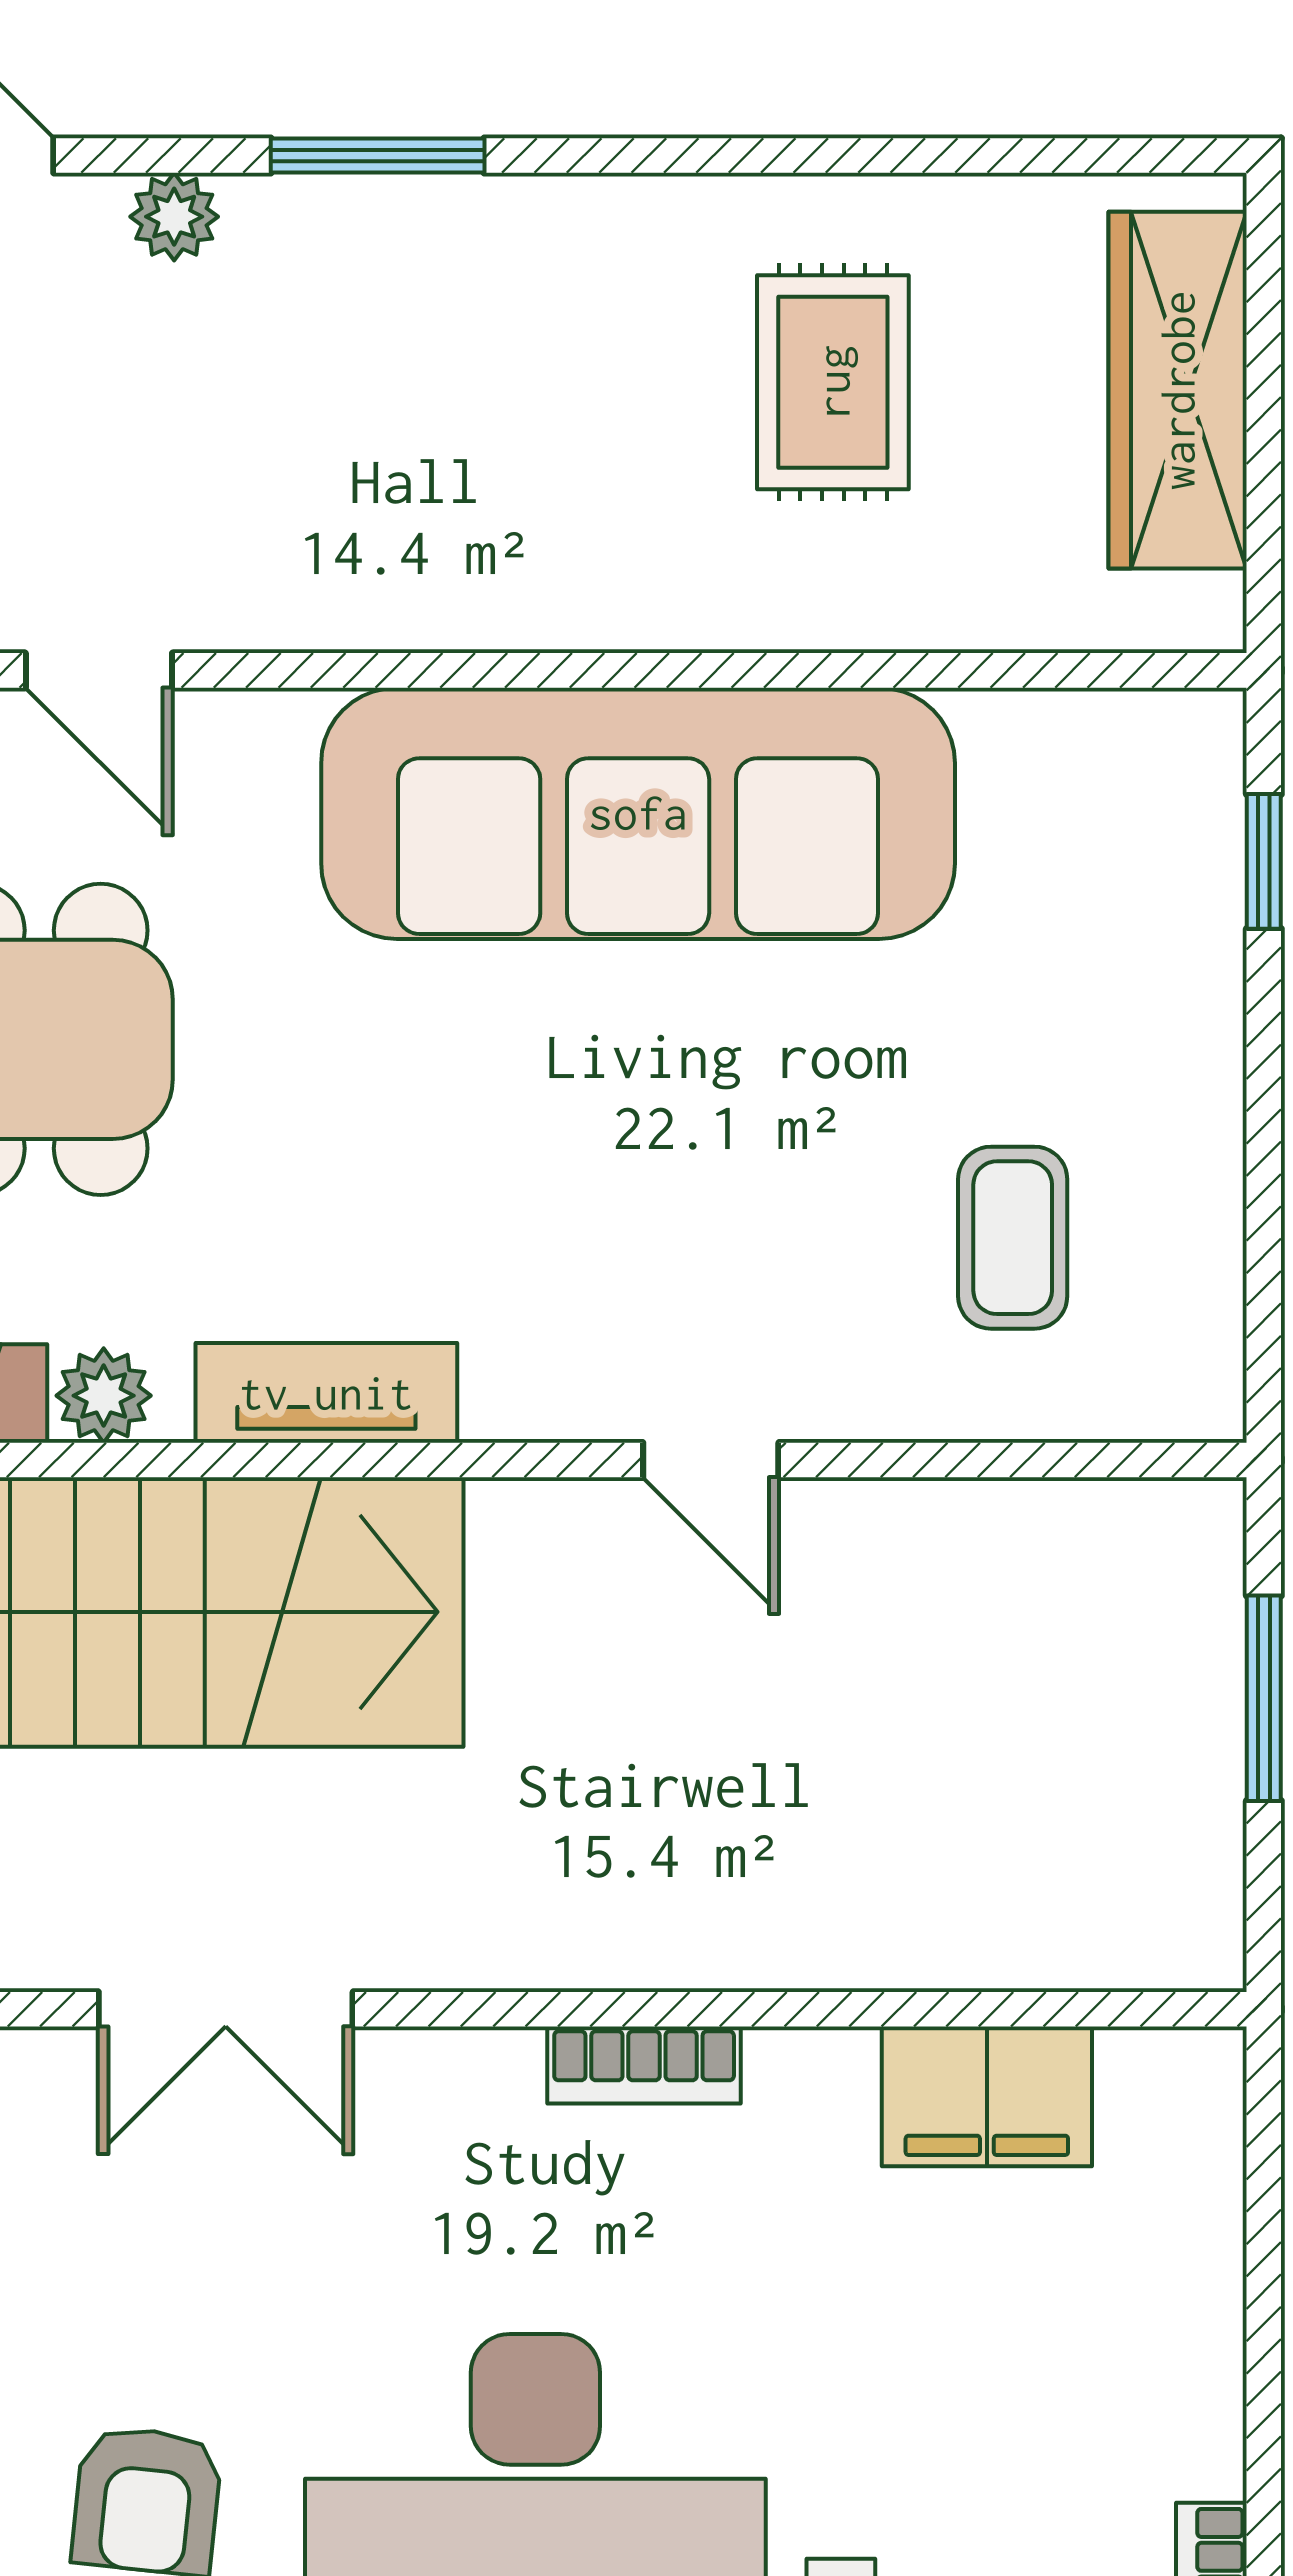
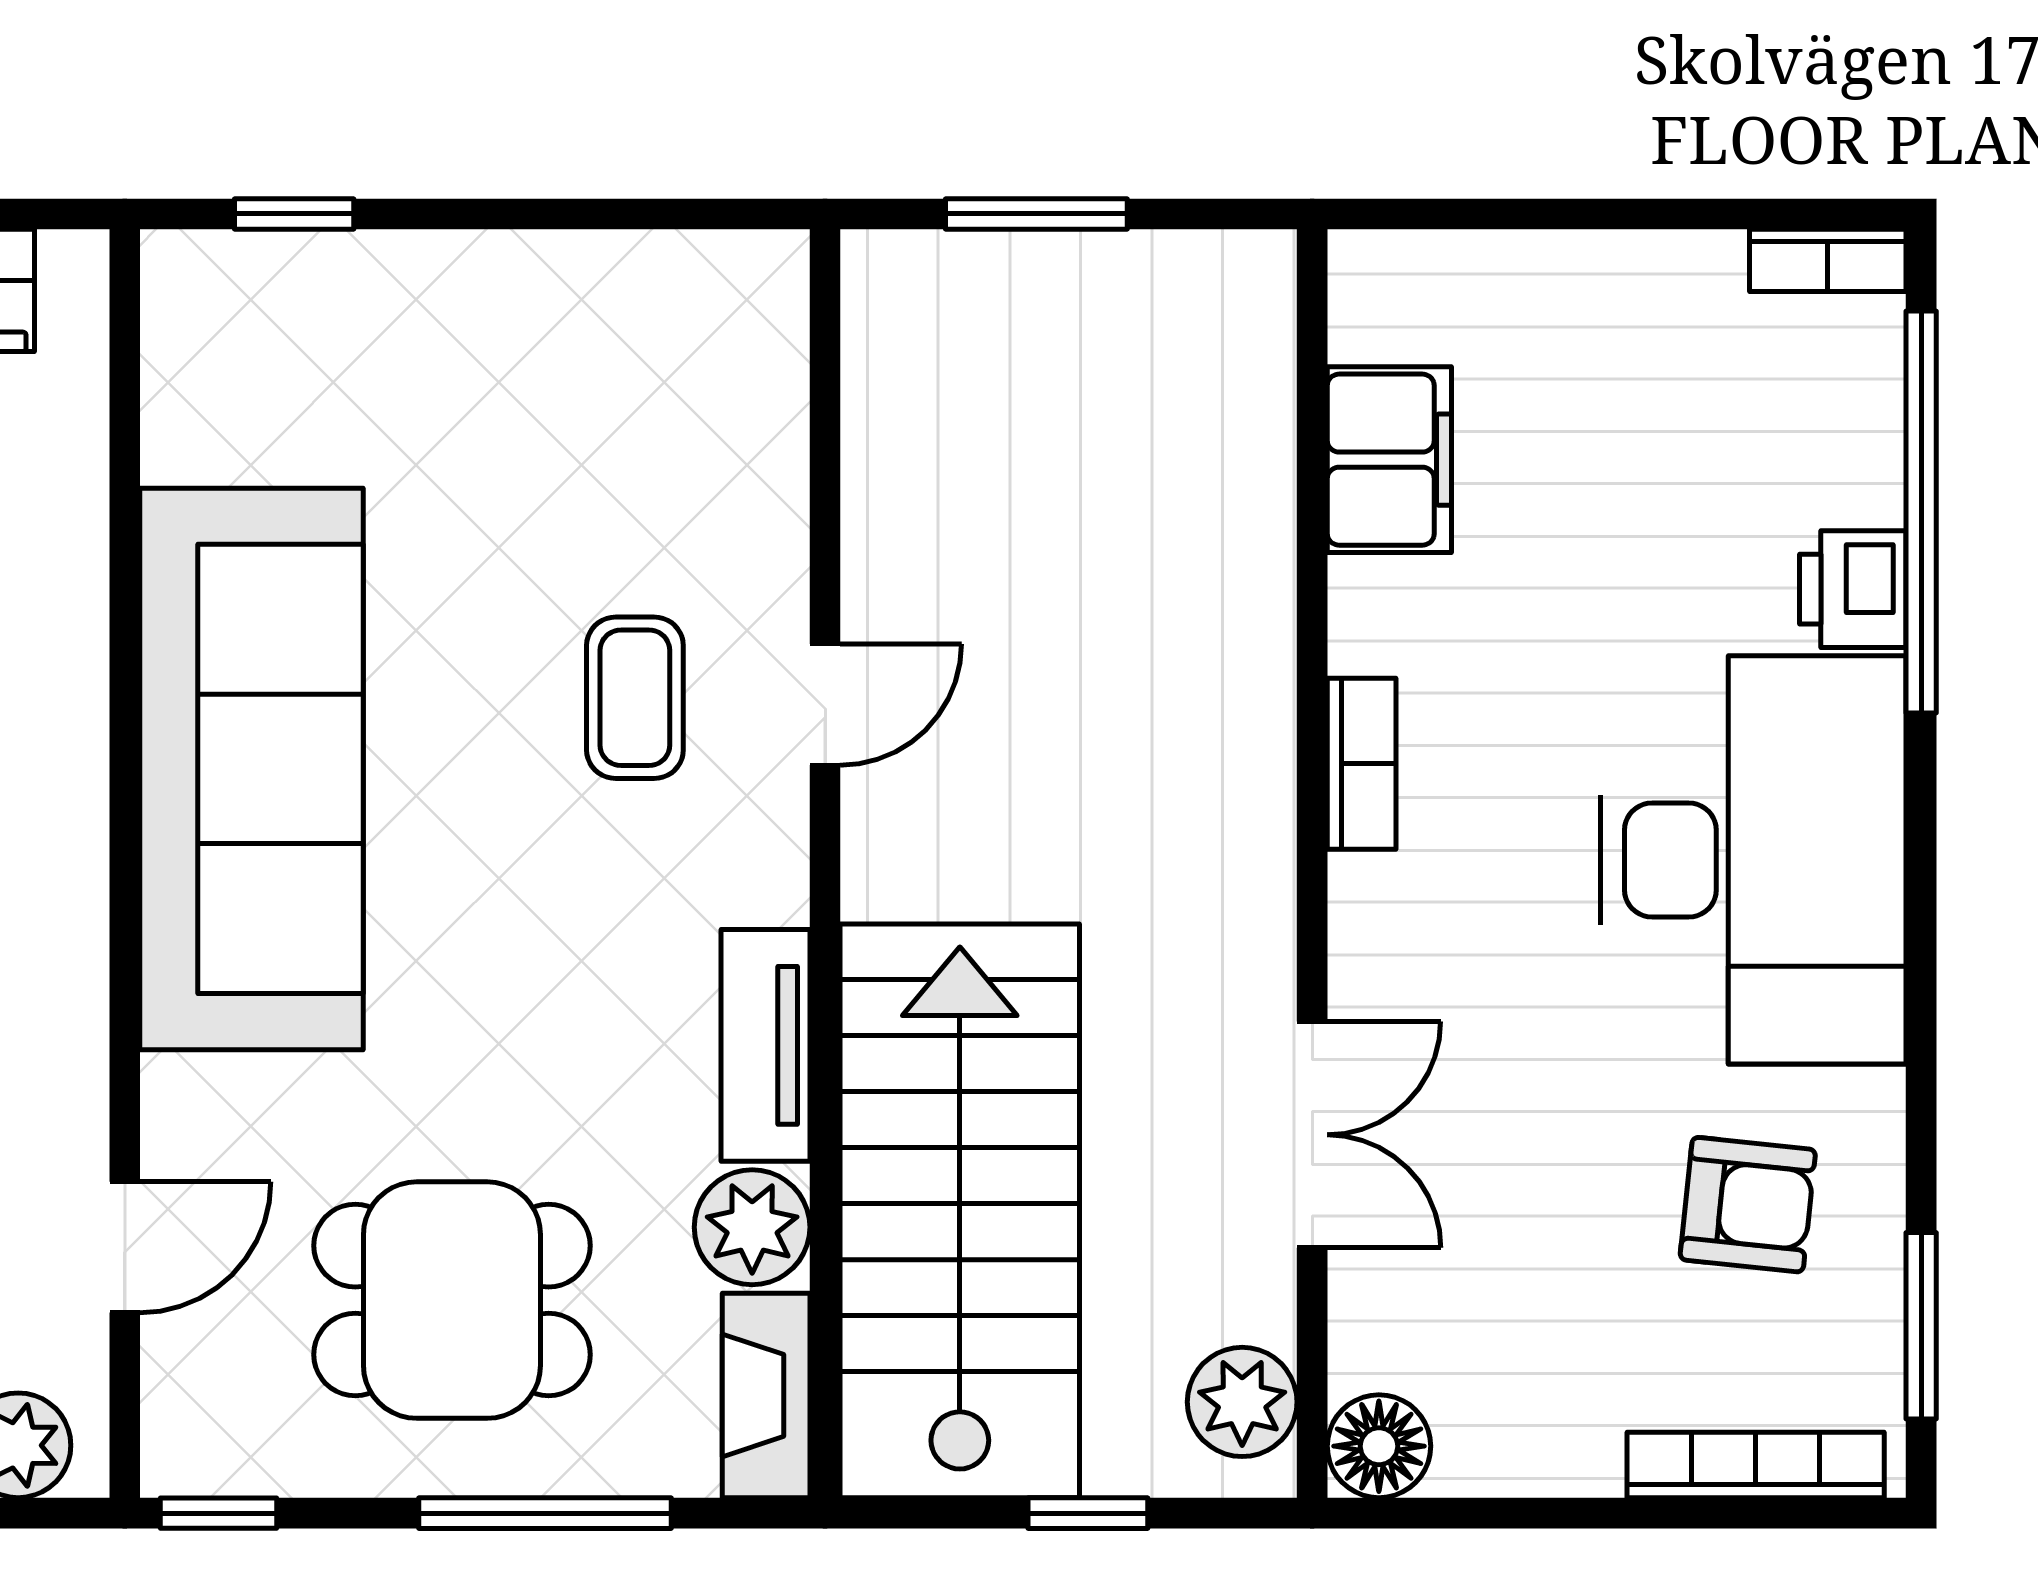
coffee table: (1013, 1238) -> (635, 698), moved, turned 90
plant: (104, 1396) -> (752, 1227), width x1.38, depth x1.38

